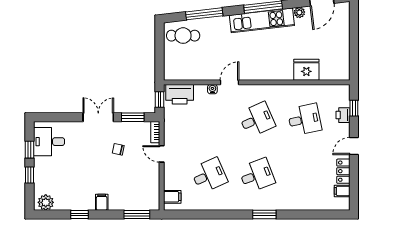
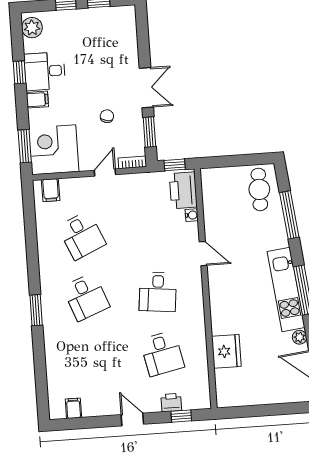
water cooler: (212, 89) -> (192, 215), moved
desk: (257, 120) -> (158, 292), turned 30
desk: (49, 142) -> (45, 71), moved, turned -90
locker: (343, 171) -> (99, 408), removed
corner desk: (141, 192) -> (54, 150), added

